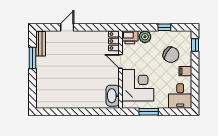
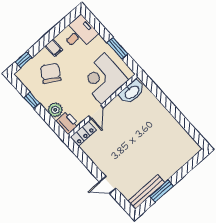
bench: (41, 44) -> (147, 192), width x1.36

